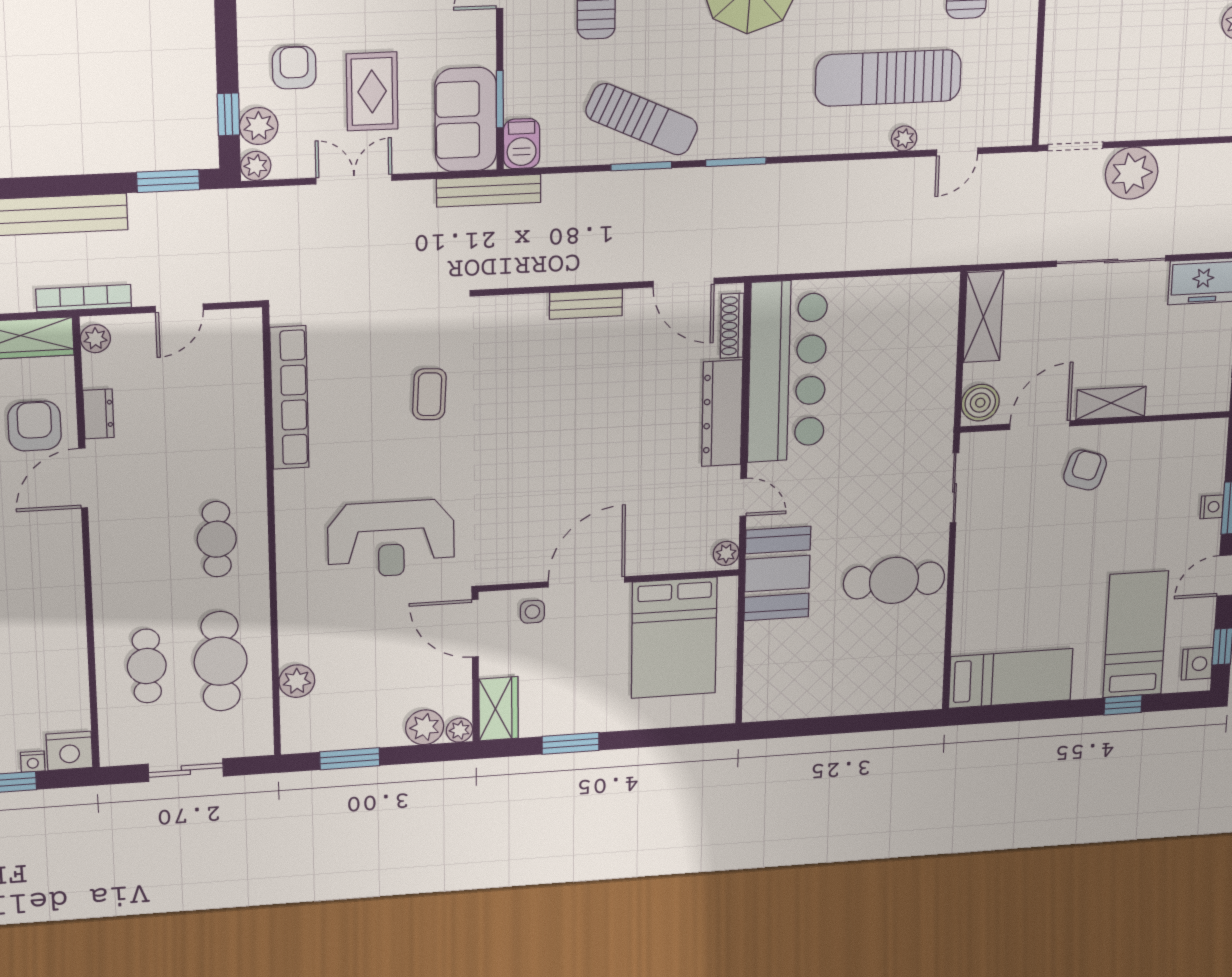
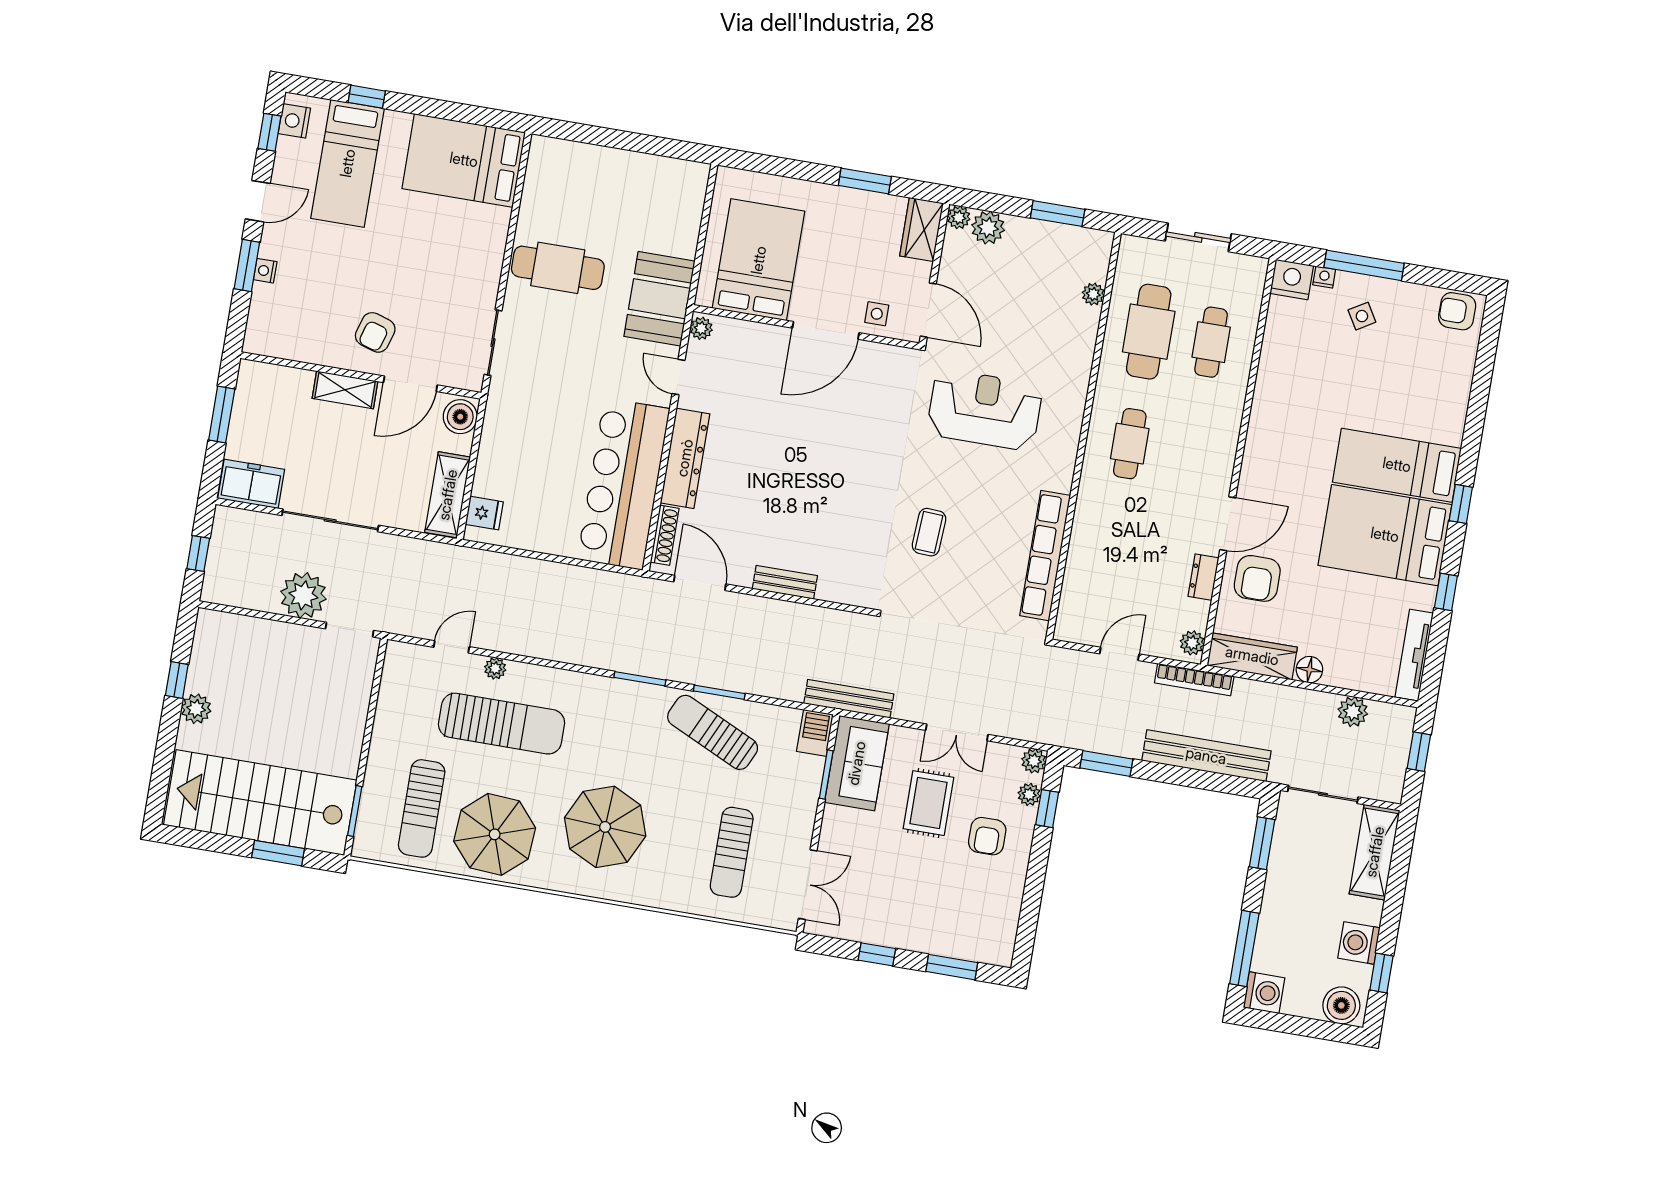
plant: (259, 126) -> (1029, 794), width x0.73, depth x0.73
fridge: (940, 306) -> (484, 513), added
bed: (1011, 678) -> (464, 160), width x1.50
plant: (297, 681) -> (1093, 294), width x0.73, depth x0.73

